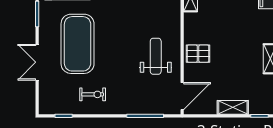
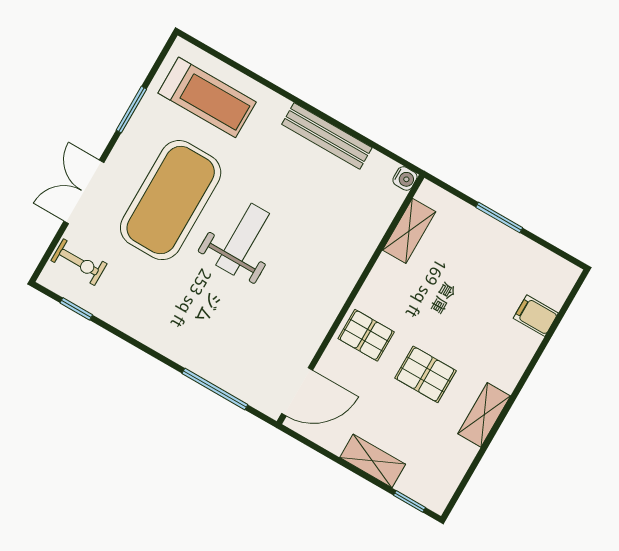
weight bench: (156, 56) -> (243, 239), moved
pallet: (234, 56) -> (425, 374), added
exercise bike: (93, 94) -> (79, 262), moved

